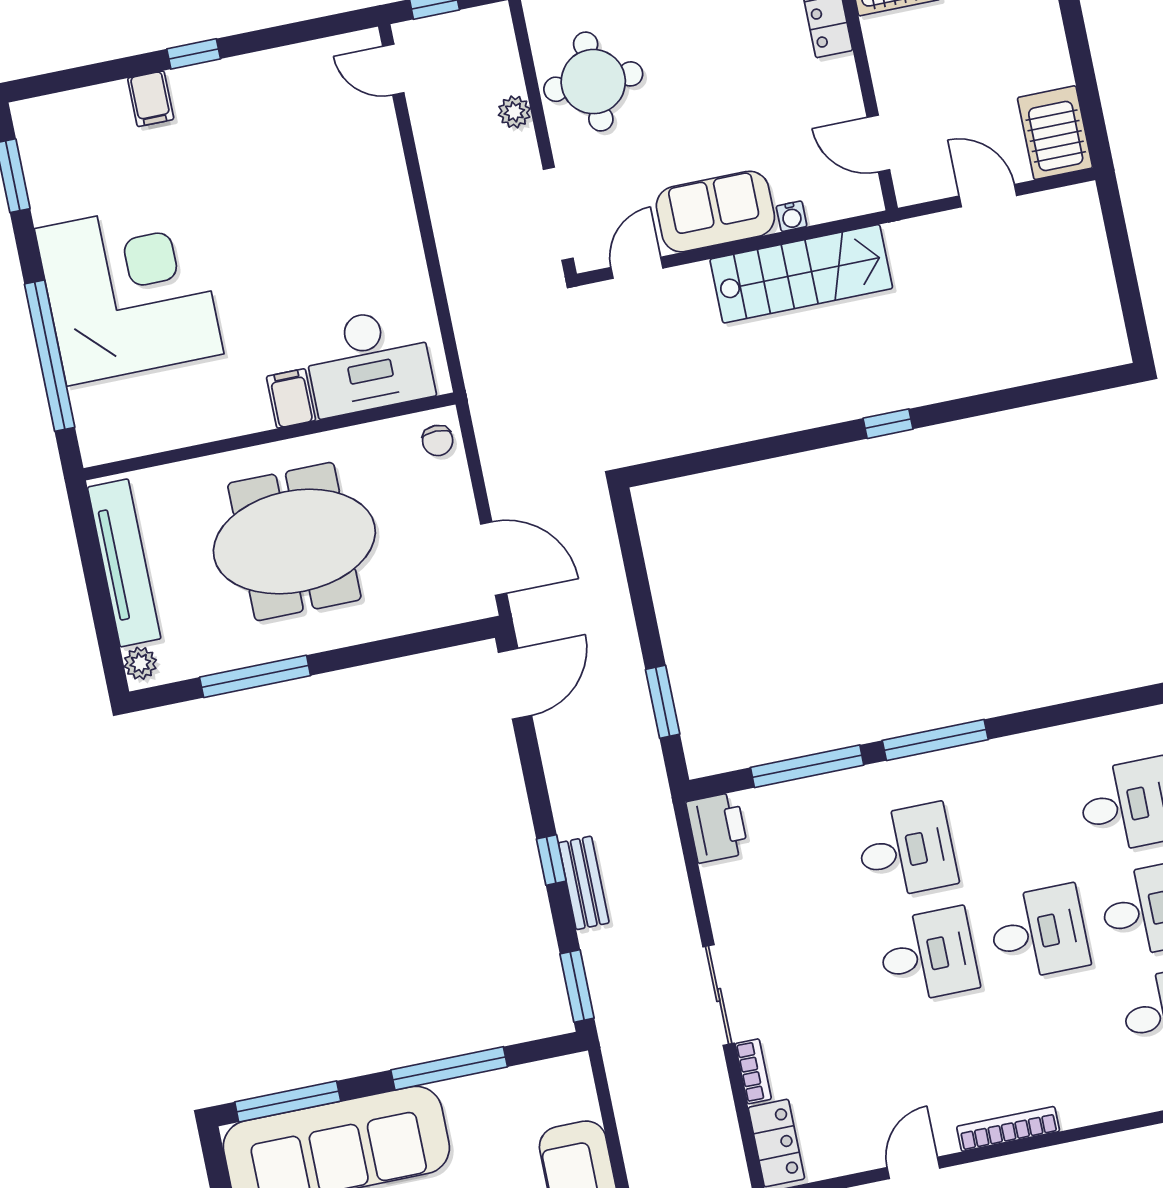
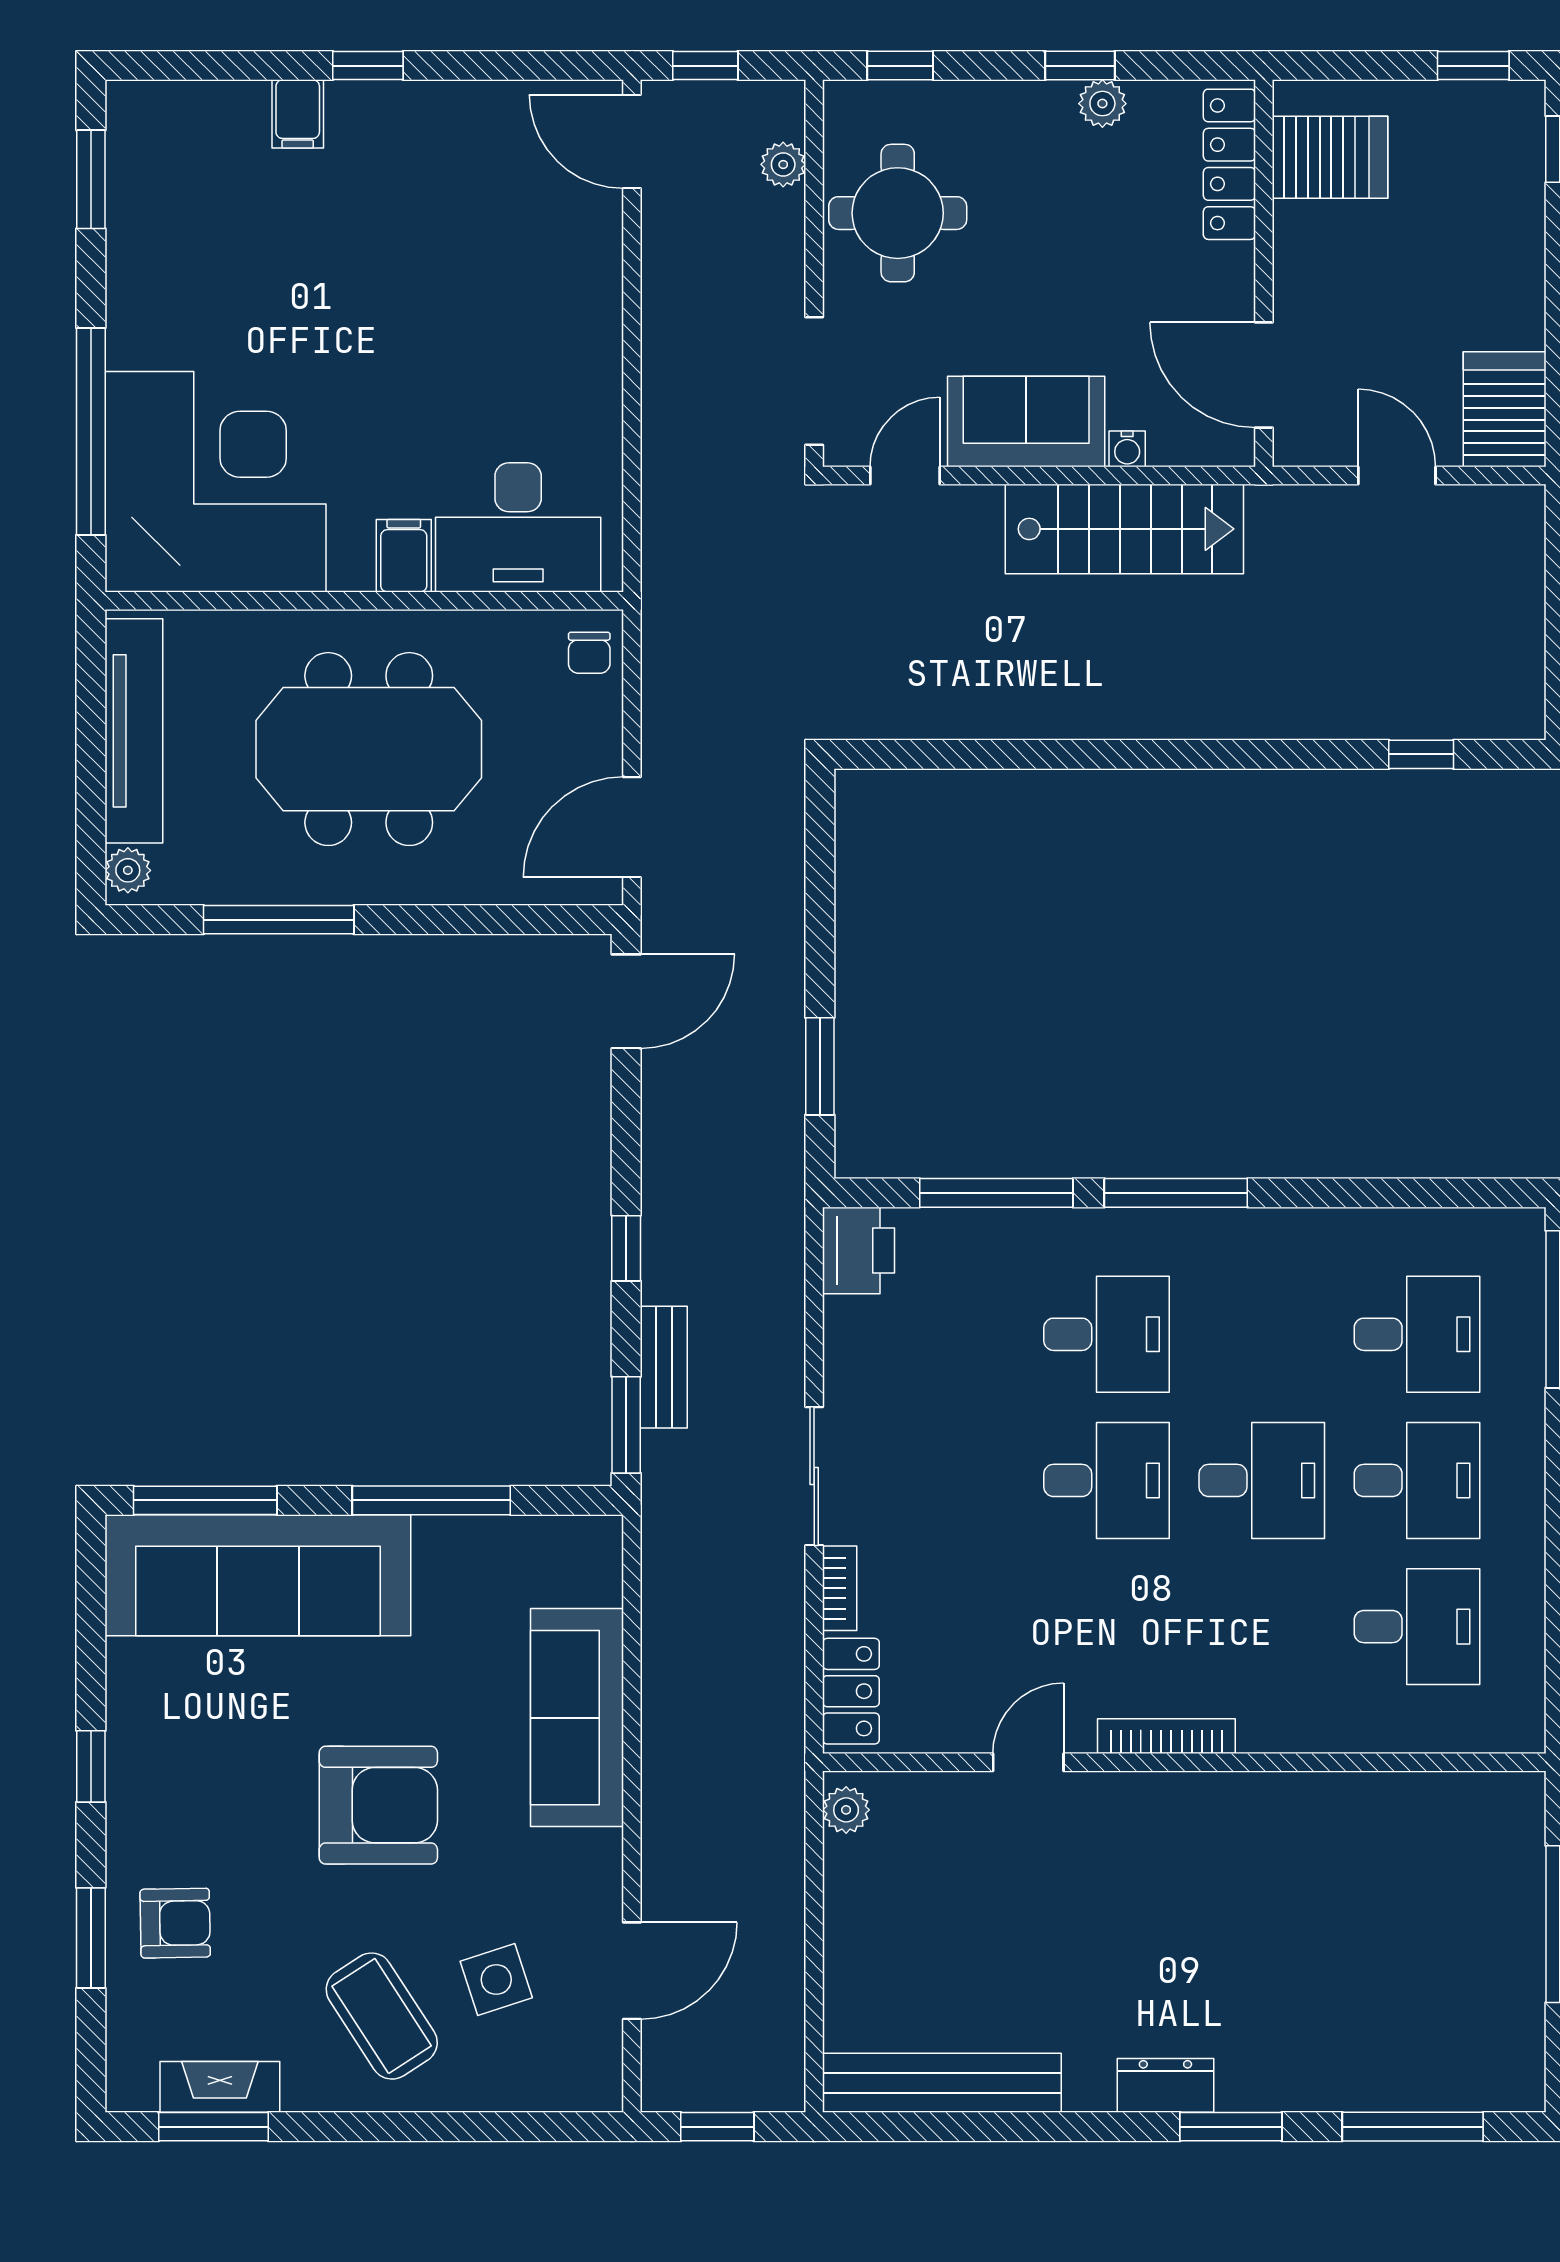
door: (393, 69) -> (632, 142), width x1.37
plant: (514, 112) -> (783, 164), moved
door: (878, 144) -> (1264, 375), width x1.38
corner desk: (129, 291) -> (216, 482), moved
window: (888, 424) -> (1421, 754), moved
door: (494, 559) -> (632, 827), swing flipped
bench: (584, 883) -> (664, 1367), moved

